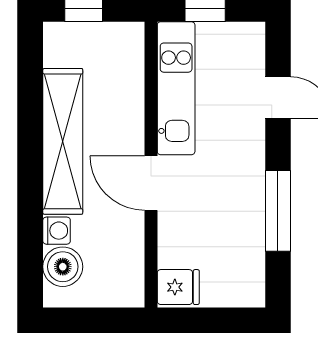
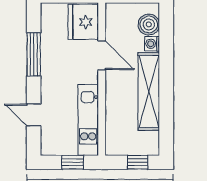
door: (151, 183) -> (102, 55), moved
fridge: (178, 287) -> (83, 22), width x1.88, depth x1.34

